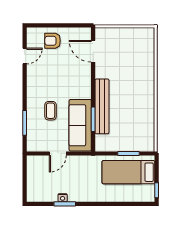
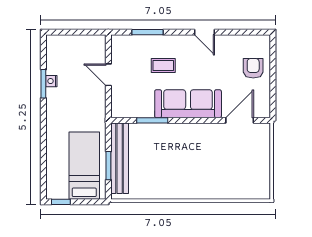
door: (25, 56) -> (205, 32), moved
bench: (102, 106) -> (120, 158), moved, turned 90
sofa: (80, 125) -> (188, 104), moved

